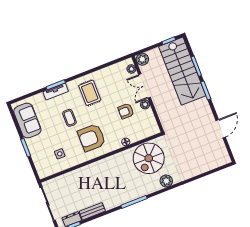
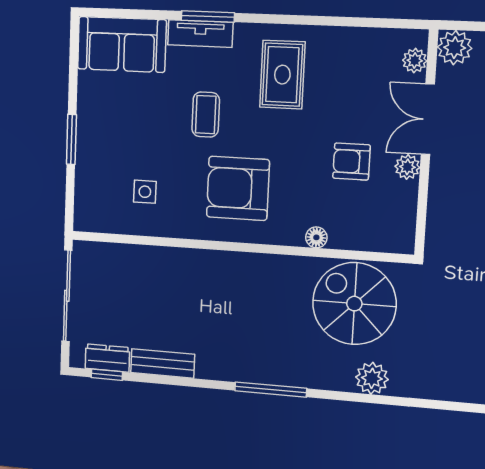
sofa: (27, 121) -> (122, 44), moved, turned 90
spiral stairs: (149, 158) -> (354, 304), turned 90

